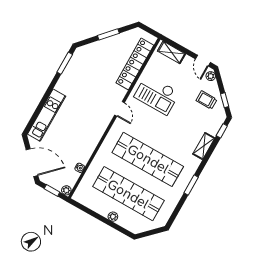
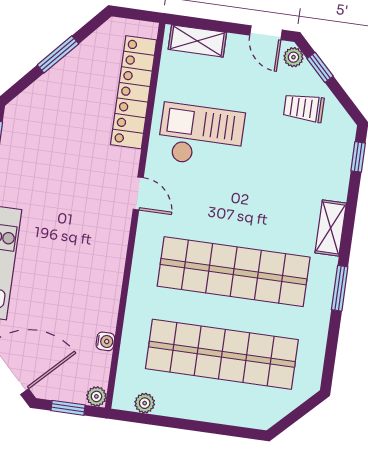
checkout: (157, 95) -> (201, 136), turned 180
window: (225, 100) -> (320, 67), moved
shelving: (204, 146) -> (331, 228), moved
plant: (113, 217) -> (145, 403), moved

